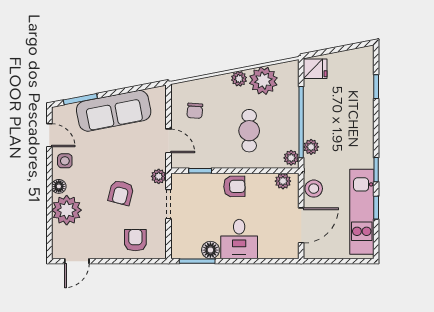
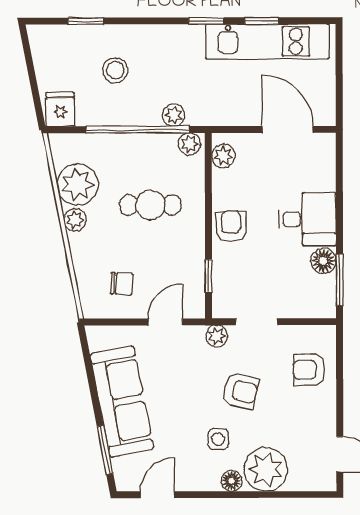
side table: (65, 161) -> (218, 439), moved
stool: (314, 189) -> (115, 70), moved

